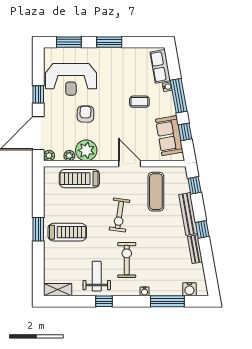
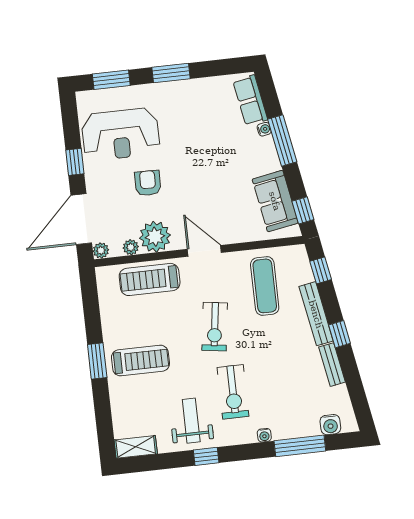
coffee table: (139, 102) -> (225, 156), removed
window: (185, 132) -> (303, 210), moved
door: (130, 164) -> (204, 251), moved
exercise bike: (127, 260) -> (233, 392), turned 180

